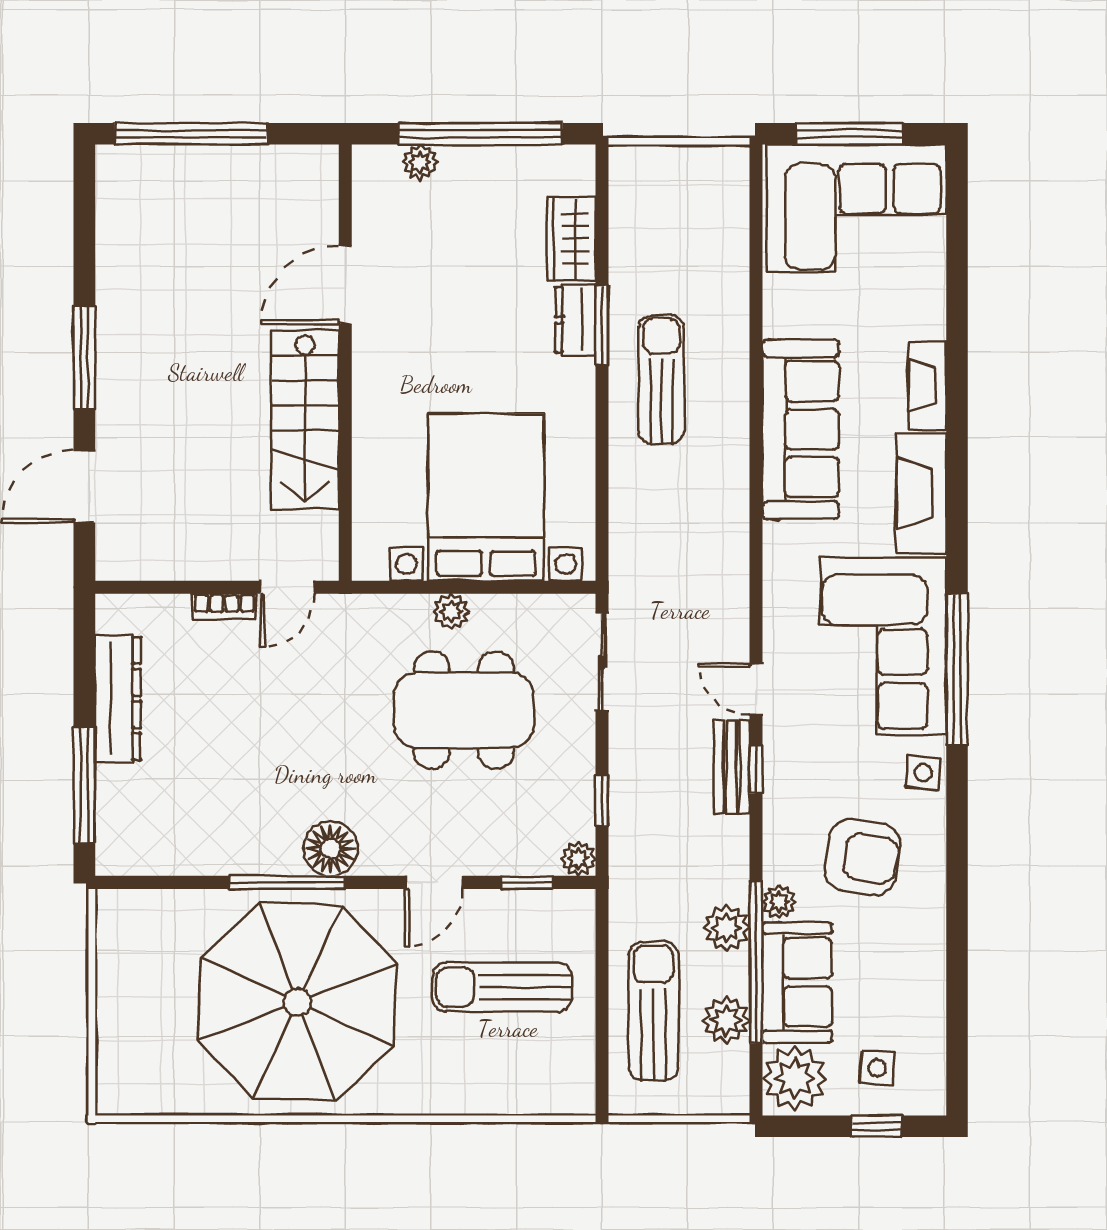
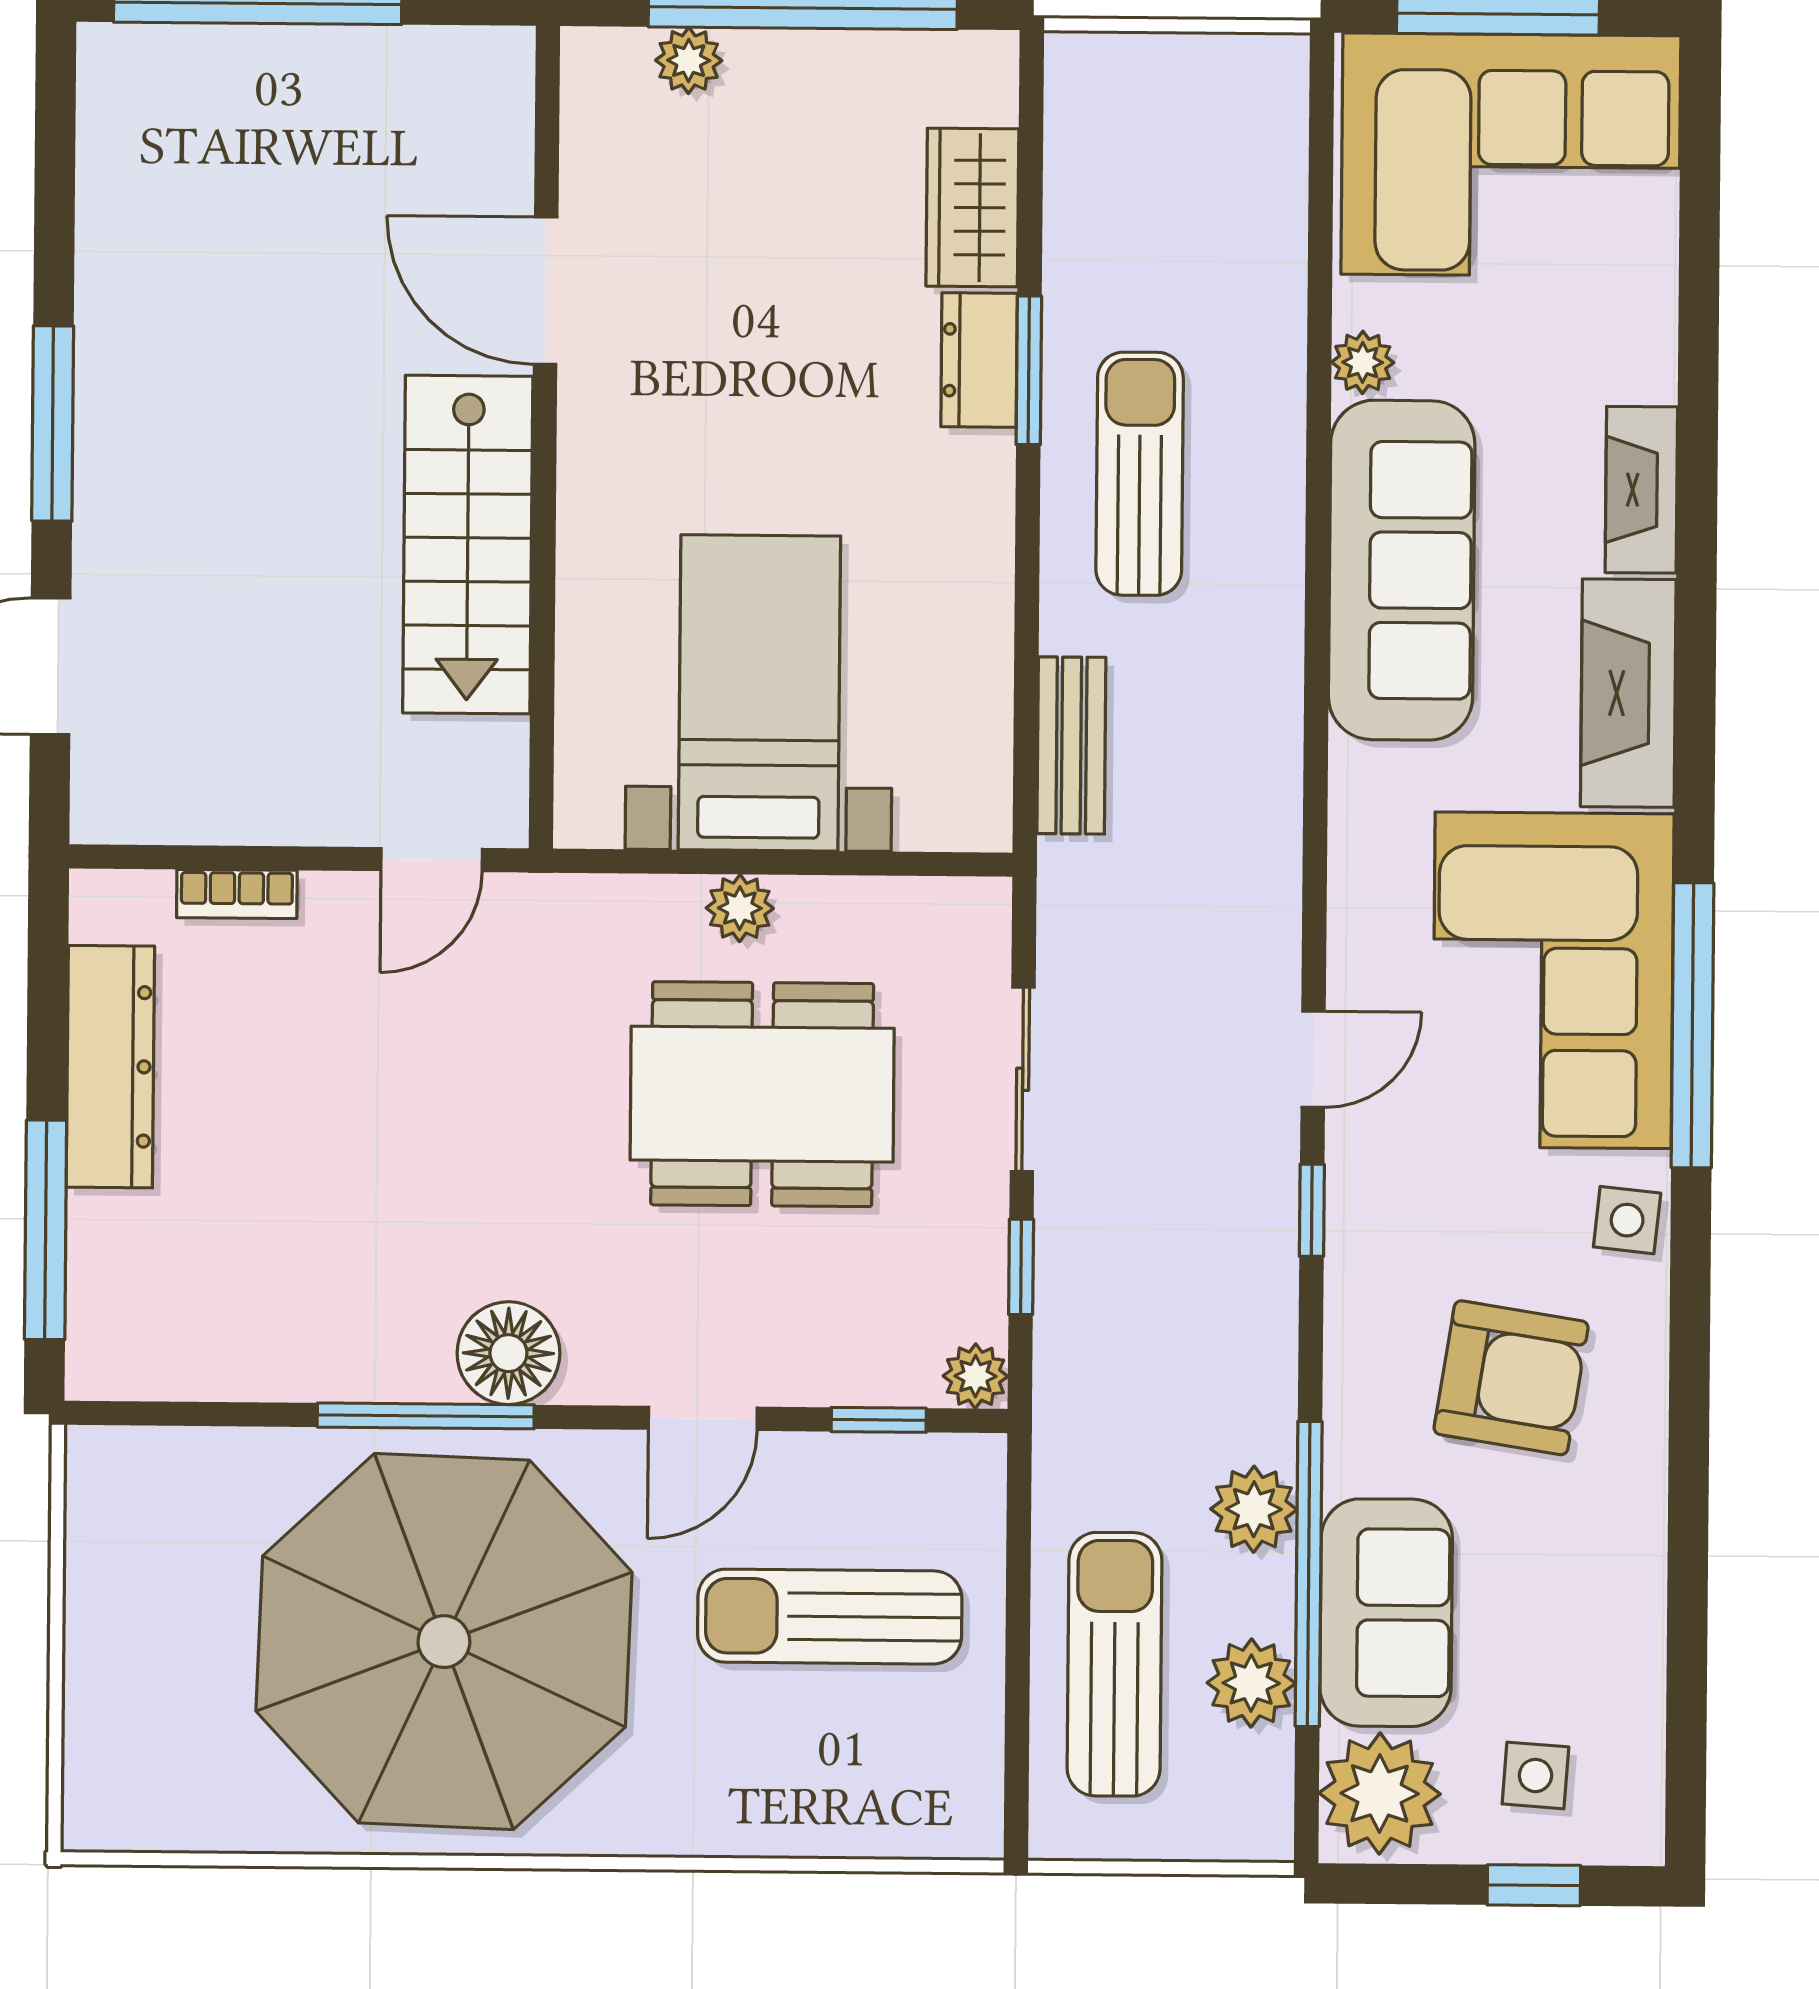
door: (345, 285) -> (546, 291), hinge flipped
bed with nightstands: (486, 497) -> (759, 693), width x0.73
bookcase: (224, 606) -> (237, 894), moved
sliding door: (602, 662) -> (1023, 1079), moved
door: (756, 689) -> (1313, 1059), swing flipped
bench: (732, 767) -> (1071, 745), moved
plant: (779, 902) -> (1363, 362), moved

